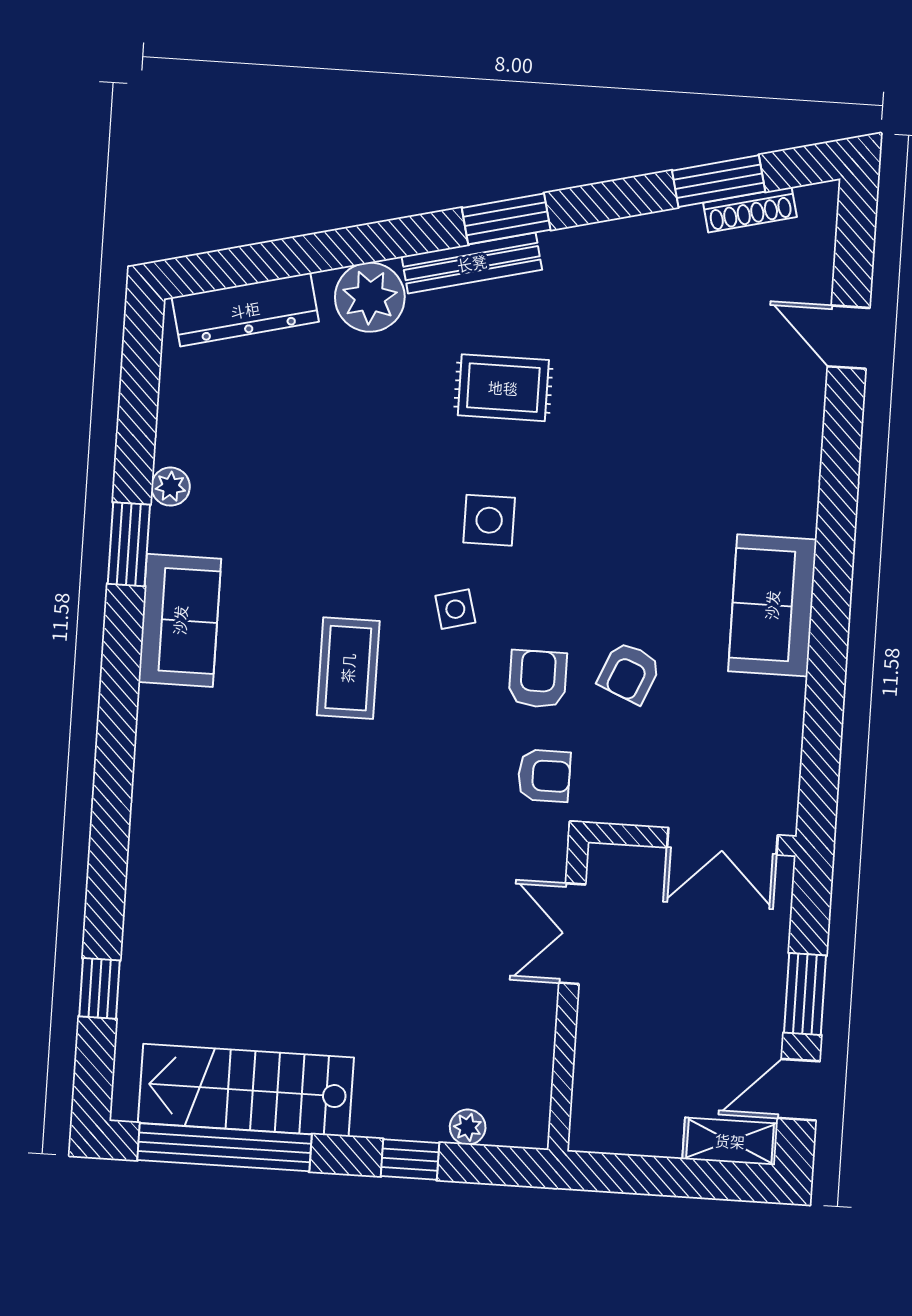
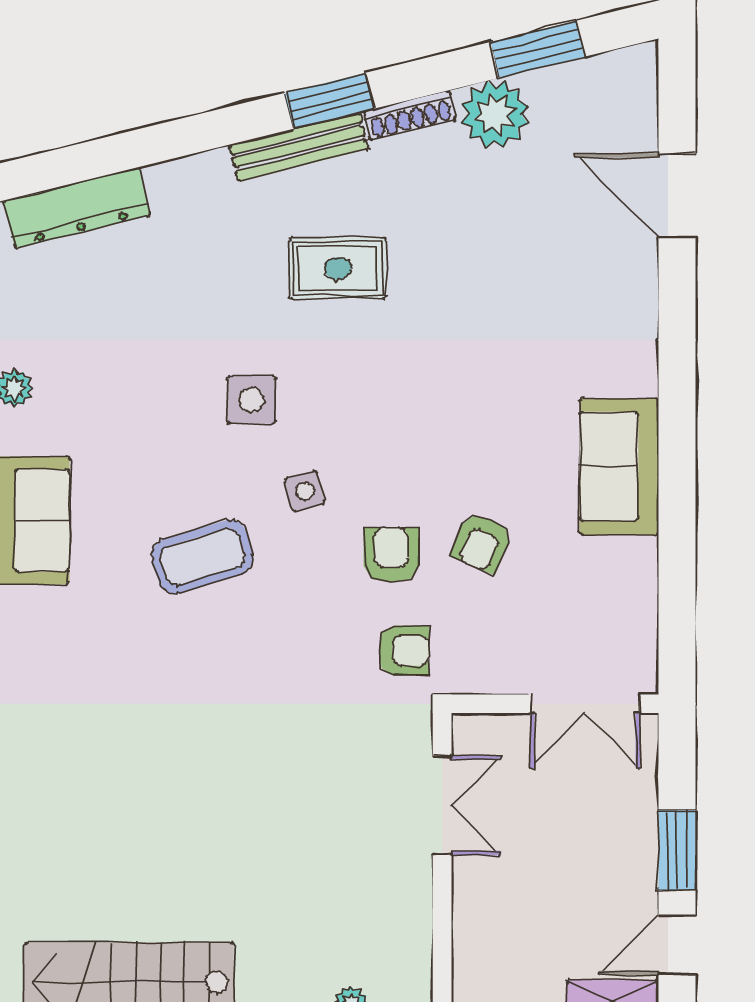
shoe rack: (750, 210) -> (410, 116), moved
plant: (370, 297) -> (495, 114), moved
door: (849, 337) -> (677, 196), width x1.38
side table: (489, 520) -> (251, 400), moved
coffee table: (348, 668) -> (203, 557), turned 73
double door: (572, 934) -> (442, 805), swing flipped

